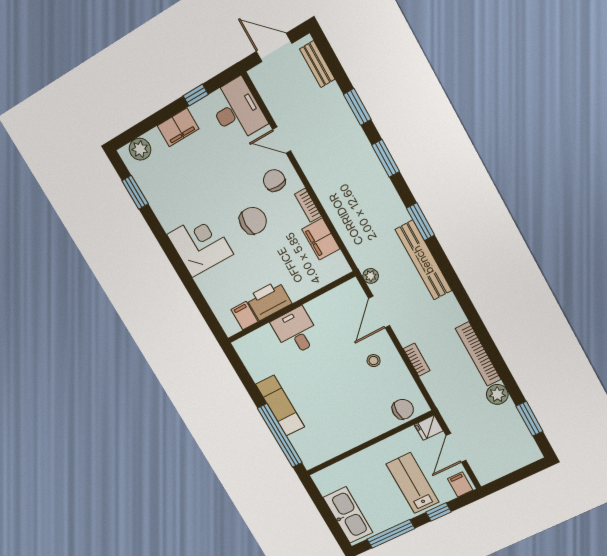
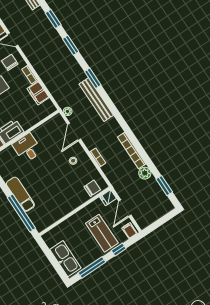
lab bench: (412, 483) -> (102, 233), turned 180

